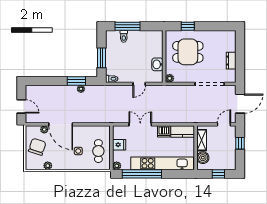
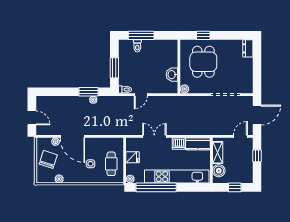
dining table: (188, 52) -> (203, 62), turned 90
dresser: (231, 61) -> (248, 48), moved
door: (139, 84) -> (141, 95), moved

